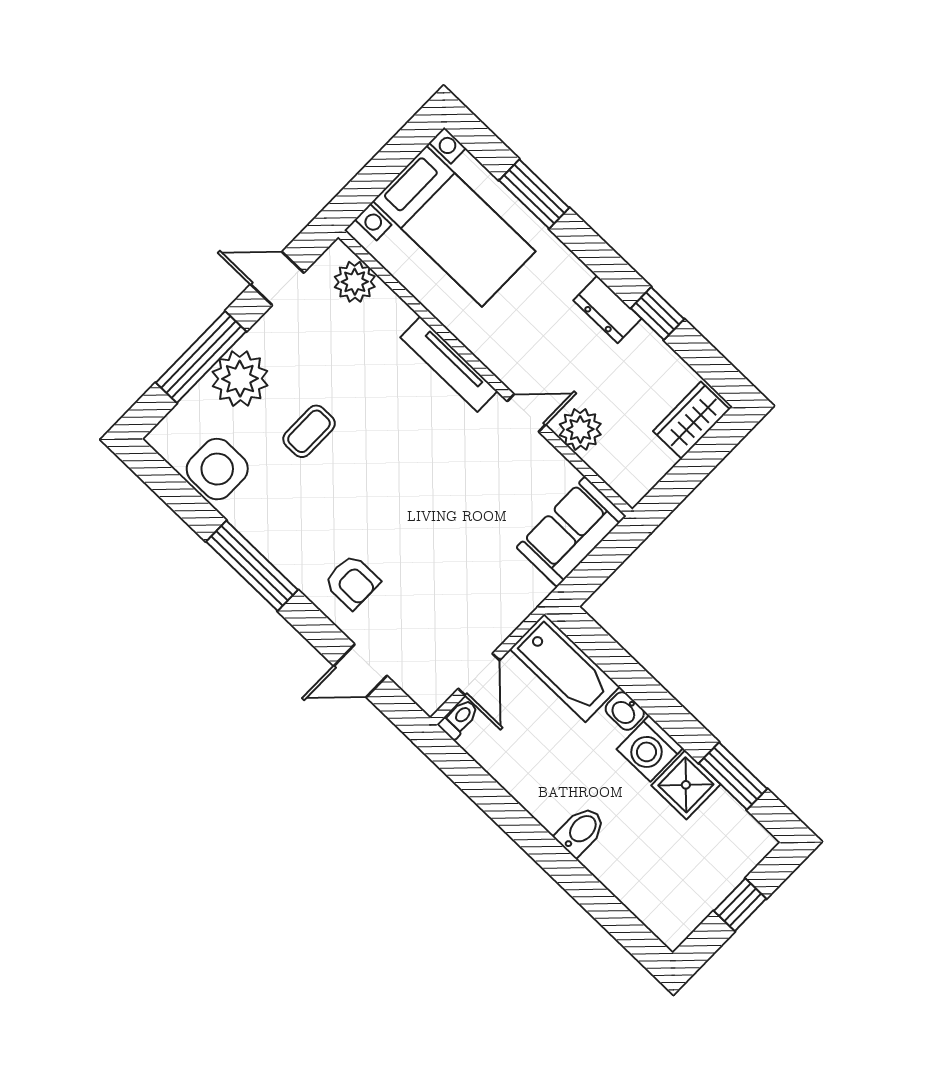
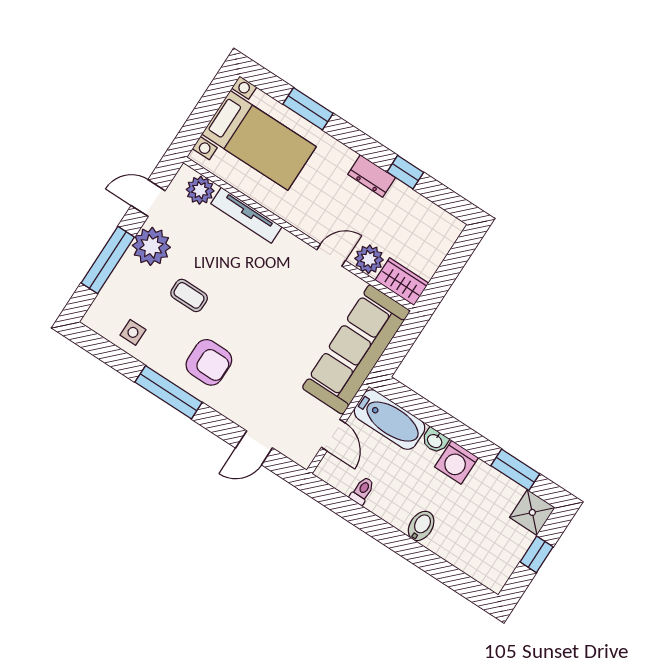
tv unit: (449, 364) -> (246, 215), moved
plant: (240, 379) -> (151, 246), moved
wardrobe: (691, 420) -> (402, 282), moved, turned 90
coffee table: (309, 431) -> (189, 295), turned 90
side table: (217, 469) -> (133, 332), width x0.54, depth x0.54
sofa: (571, 532) -> (356, 349), width x1.85, depth x1.27
armchair: (352, 582) -> (209, 362), moved, width x1.38, depth x1.38
toilet: (459, 719) -> (362, 491), moved
shower: (686, 785) -> (532, 512), moved

